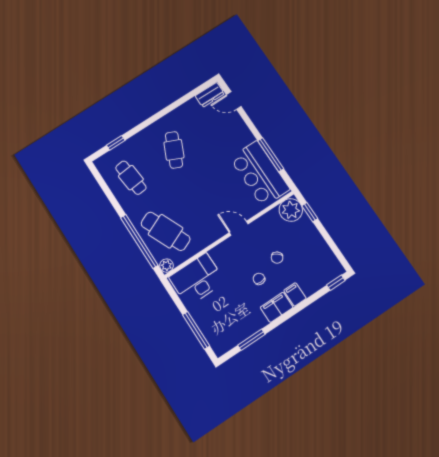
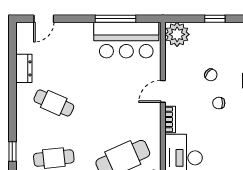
dresser: (210, 95) -> (24, 68), moved
window: (310, 212) -> (215, 19), moved
bookcase: (220, 249) -> (170, 119), added

